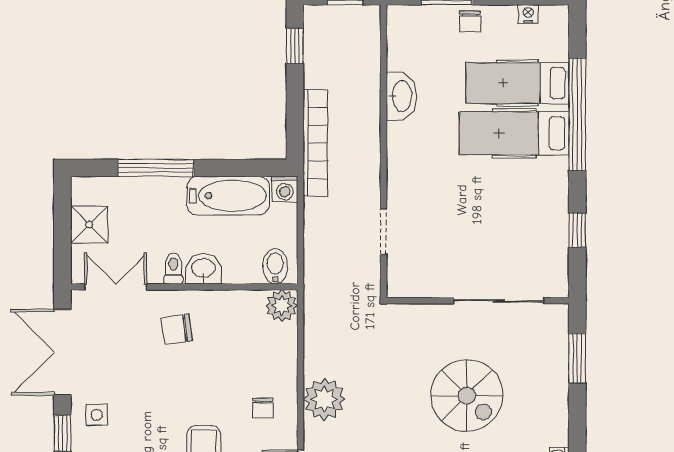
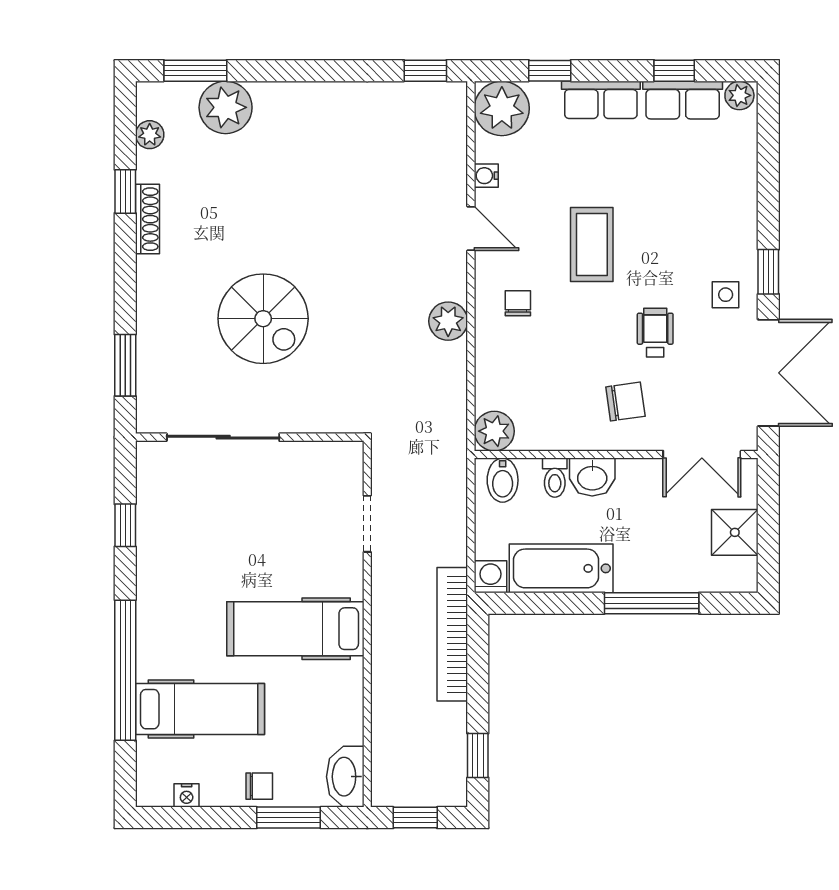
chair: (470, 21) -> (259, 786), turned 90
washbasin: (401, 96) -> (345, 777), moved
hospital bed: (514, 133) -> (295, 629), moved, turned 180
toilet: (173, 268) -> (555, 478), moved
wheelchair: (153, 384) -> (655, 333), added
spiral stairs: (467, 396) -> (263, 319), turned 180
plant: (324, 399) -> (448, 321), width x0.73, depth x0.73

